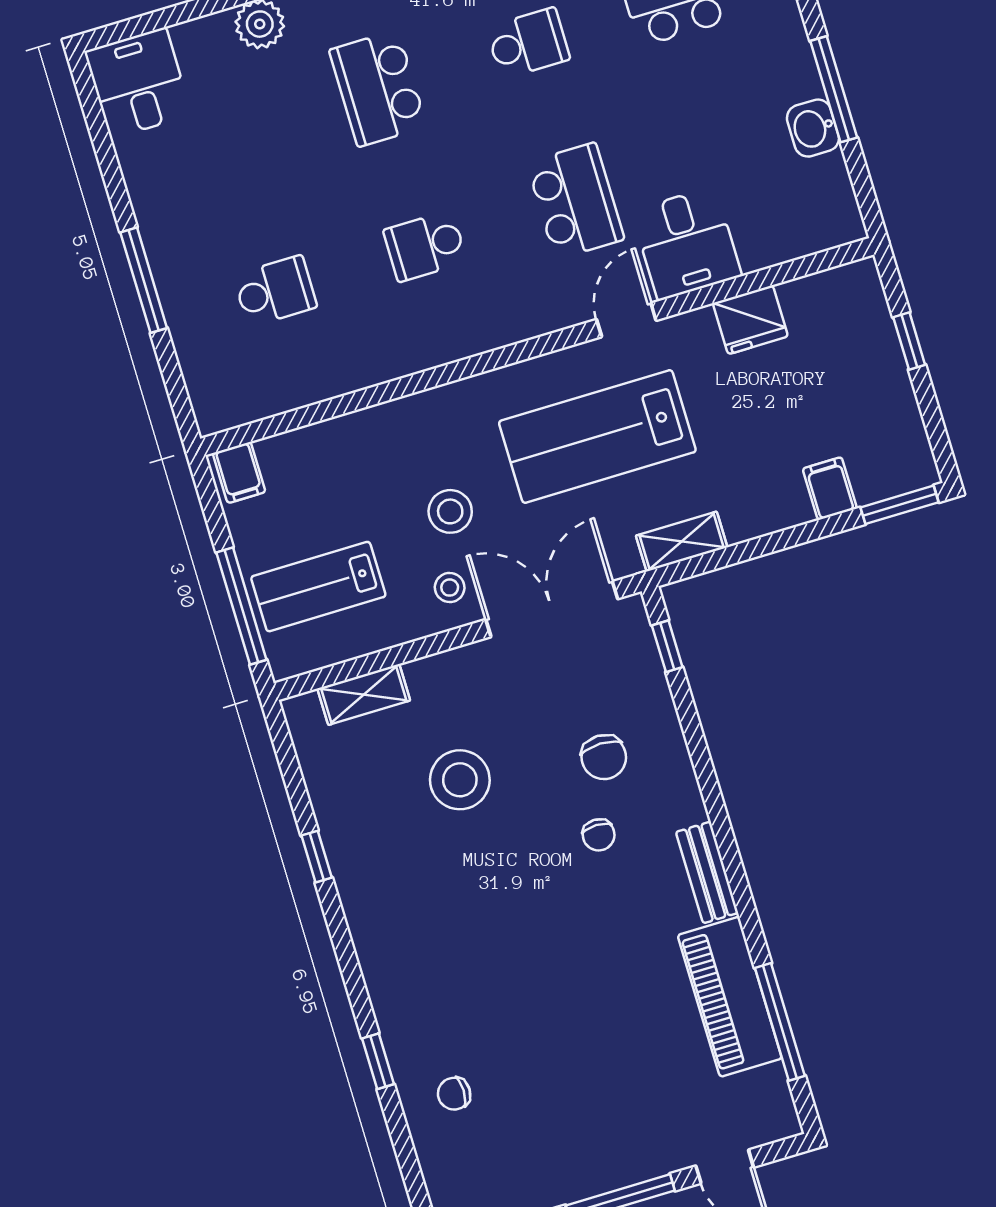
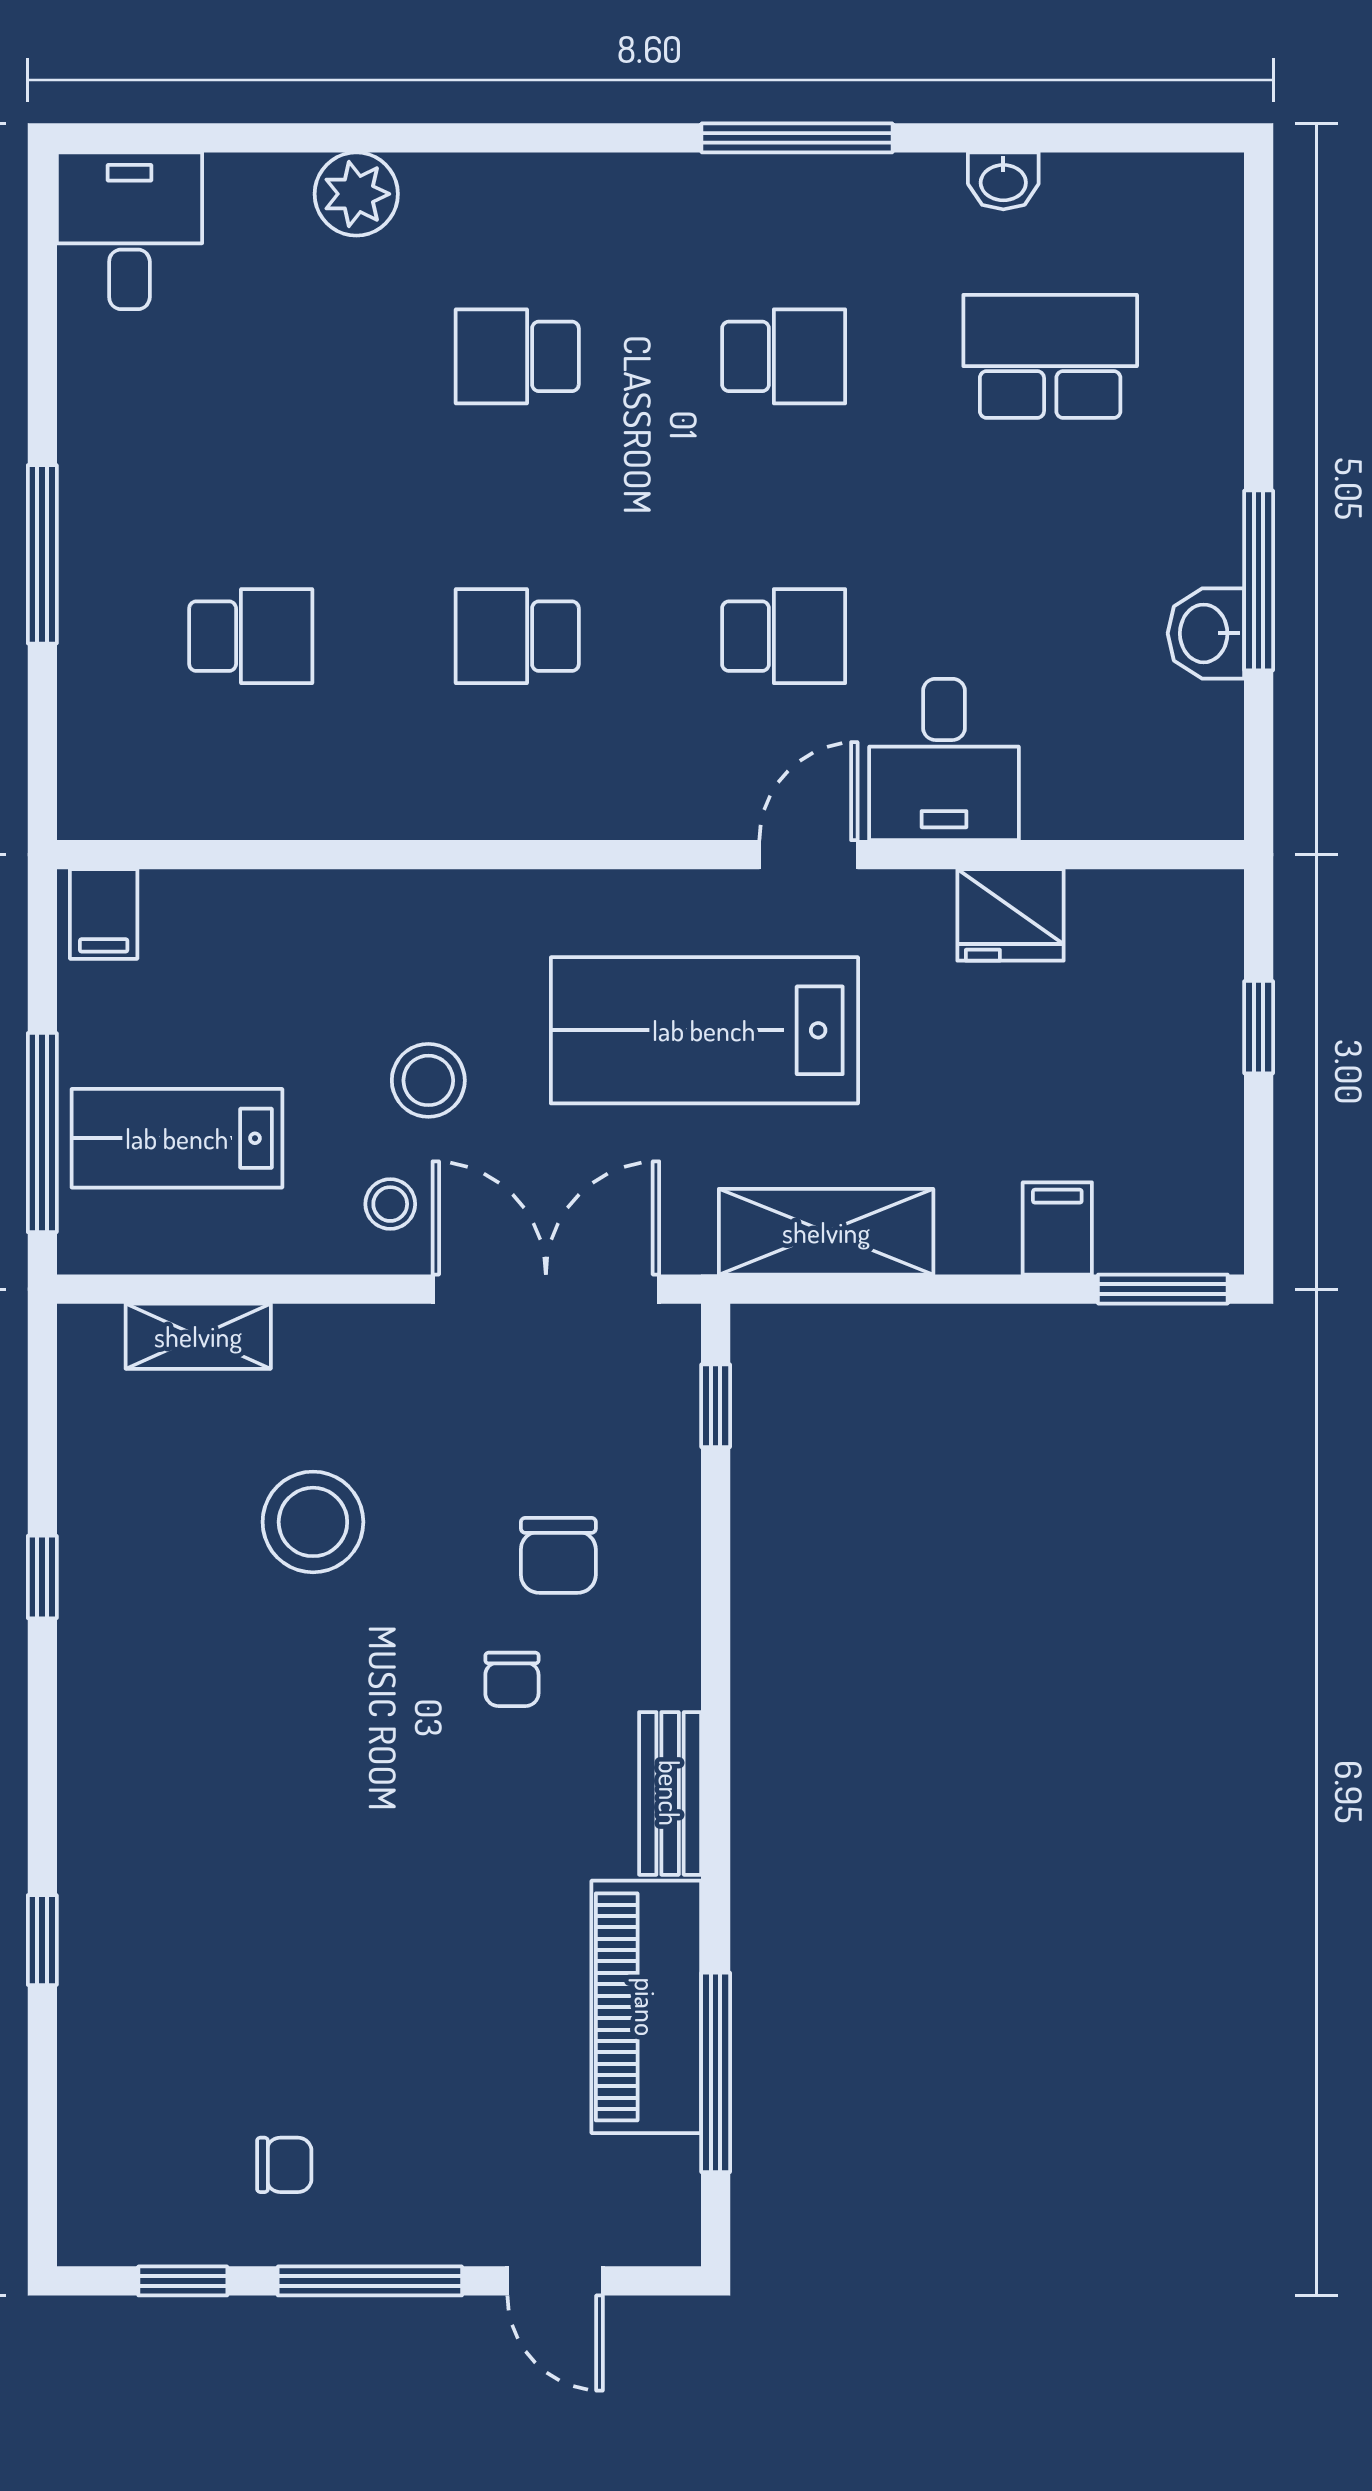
school desk: (378, 88) -> (517, 356), width x0.54
school desk: (575, 201) -> (784, 636), width x0.54
shelving: (682, 542) -> (826, 1232), width x1.50, depth x1.33
chair: (454, 1094) -> (284, 2165), moved, turned 180

